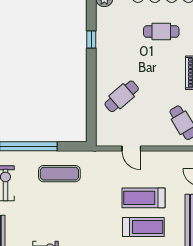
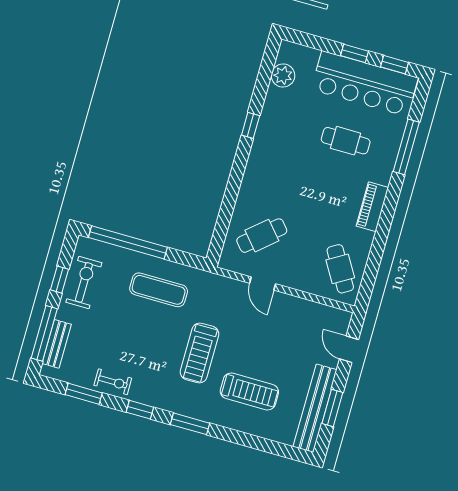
cafe table: (122, 96) -> (262, 236), moved
treadmill: (144, 198) -> (200, 353), moved, turned -90

